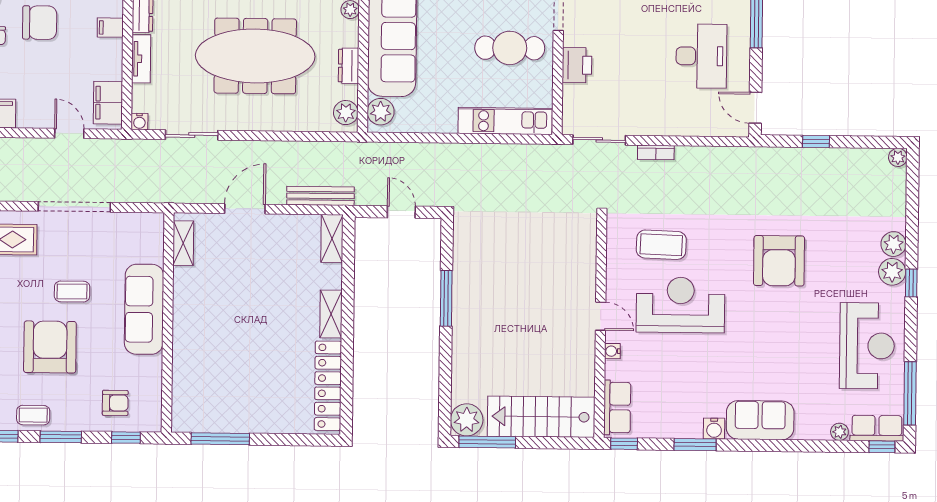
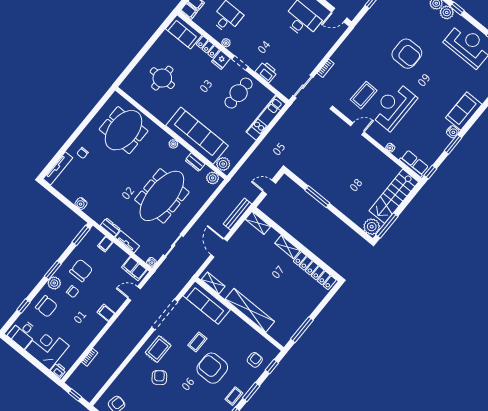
sofa: (144, 309) -> (207, 303), moved
door: (601, 316) -> (357, 129), moved
shelving: (186, 334) -> (250, 310), added

